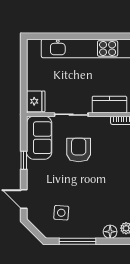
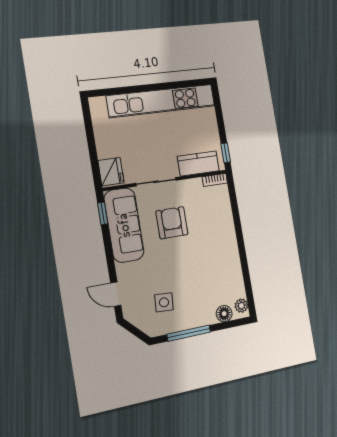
sofa: (39, 138) -> (124, 225), width x1.36
window: (24, 160) -> (103, 213), moved

